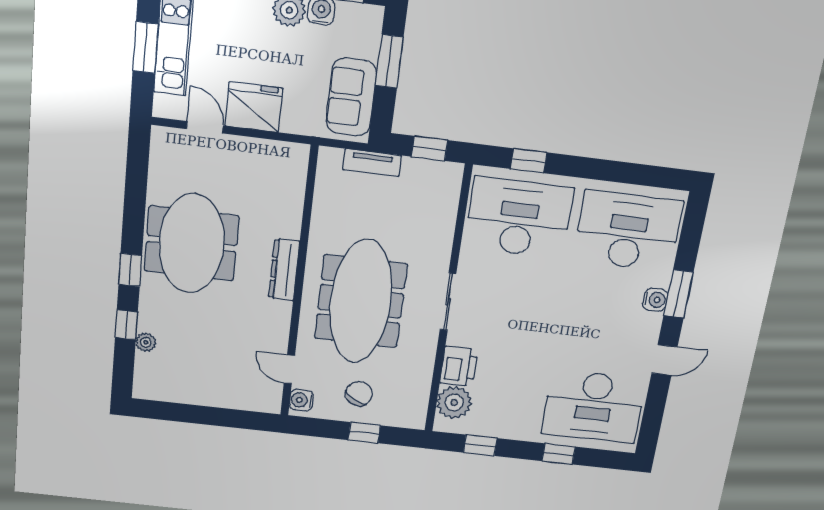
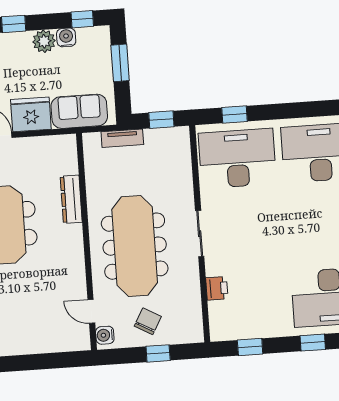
sofa: (351, 97) -> (79, 111), moved, turned 90
dresser: (284, 270) -> (71, 199), moved
printer: (459, 366) -> (217, 288), width x0.73, depth x0.81
plant: (454, 402) -> (222, 315), removed

